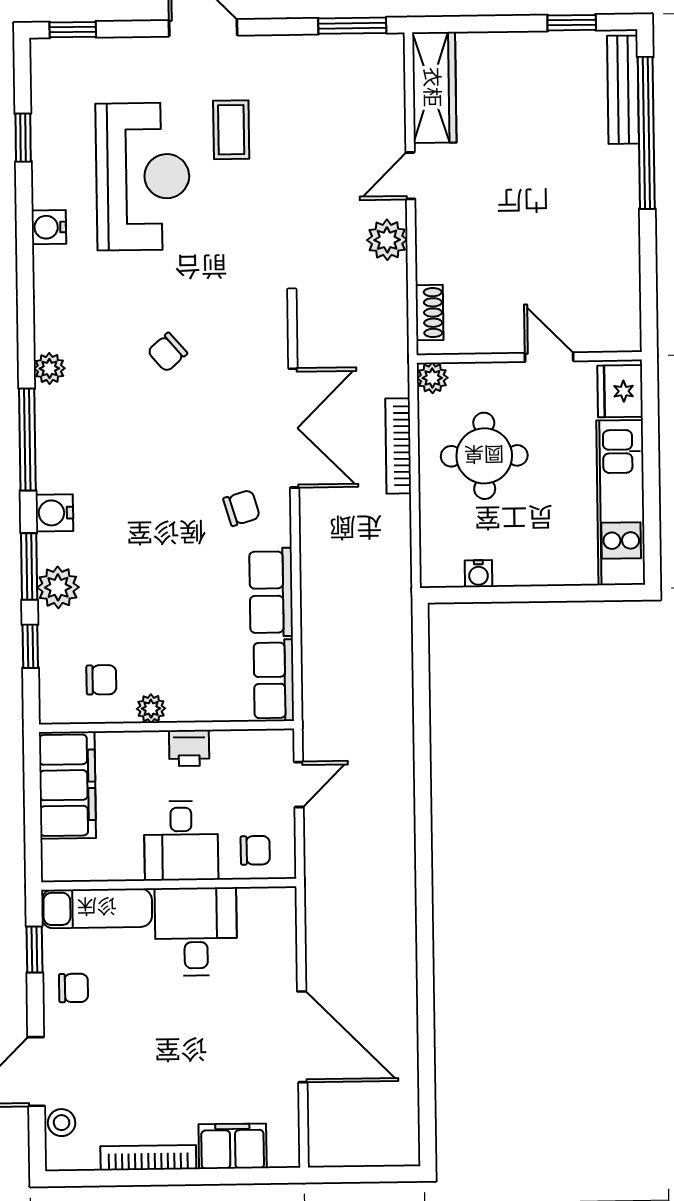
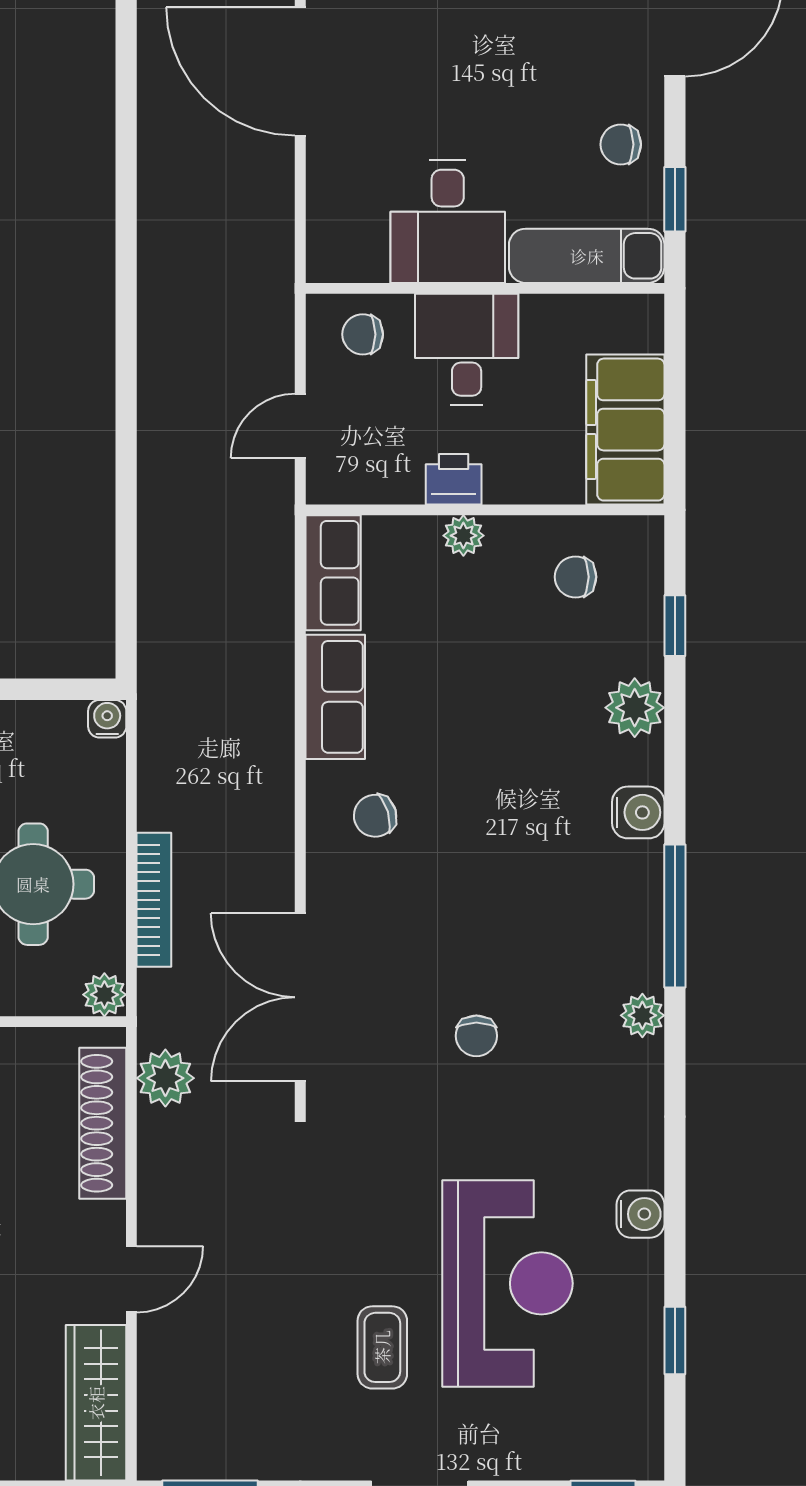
reception desk: (143, 176) -> (508, 1283), turned 180
plant: (387, 240) -> (165, 1078), moved
shoe rack: (429, 313) -> (103, 1123), width x1.94, depth x1.24
chair: (167, 352) -> (476, 1036), turned 131
double door: (294, 428) -> (300, 997), moved
window: (29, 566) -> (675, 738), removed
water cooler: (478, 574) -> (107, 719), moved
plant: (151, 709) -> (463, 536), moved

